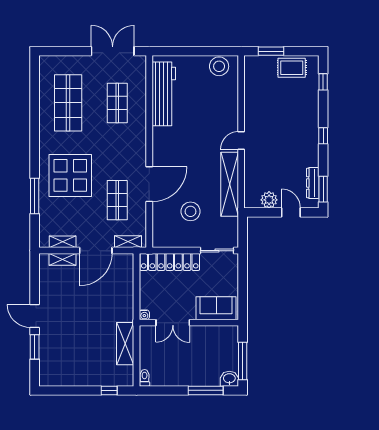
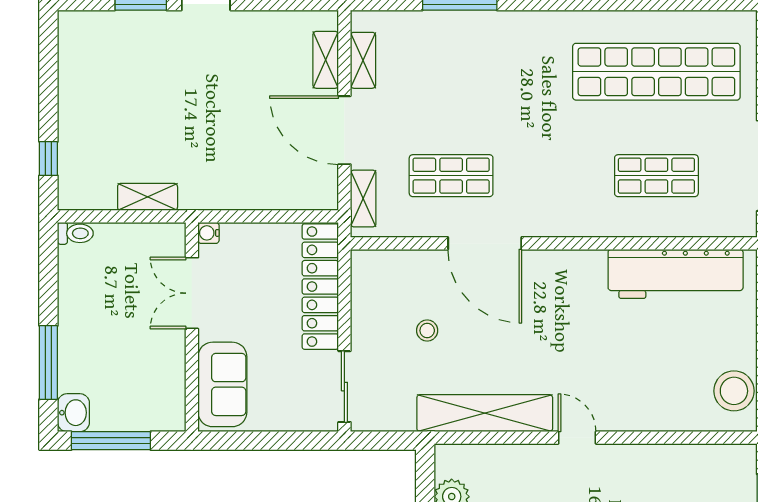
shop shelf: (68, 103) -> (656, 72), width x1.40
display table: (70, 175) -> (503, 76), removed
stool: (190, 211) -> (427, 331), width x0.53, depth x0.53
shelving: (125, 344) -> (148, 197), width x0.67, depth x0.75

